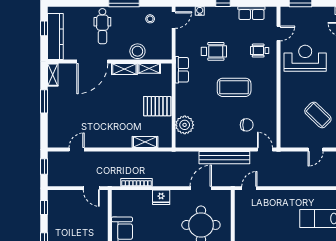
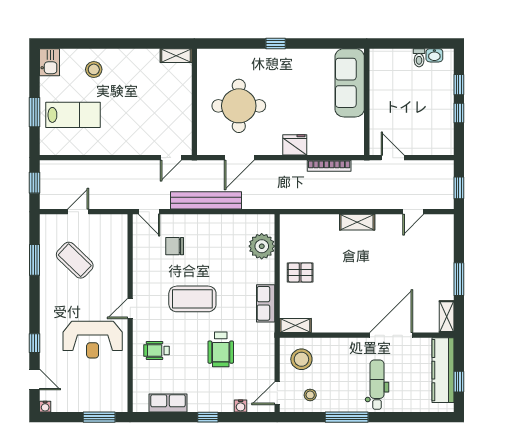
door: (279, 33) -> (130, 309), moved
stool: (137, 51) -> (301, 359), moved
wheelchair: (214, 51) -> (221, 349), turned -90
wheelchair: (260, 51) -> (157, 350), turned 180
shelving: (149, 68) -> (295, 325), moved
shelving: (124, 69) -> (346, 325), removed
row of seats: (182, 70) -> (266, 303), moved
pallet: (157, 106) -> (300, 272), width x0.67, depth x0.71
shelving: (145, 142) -> (357, 222), moved
window: (44, 208) -> (459, 113), moved

